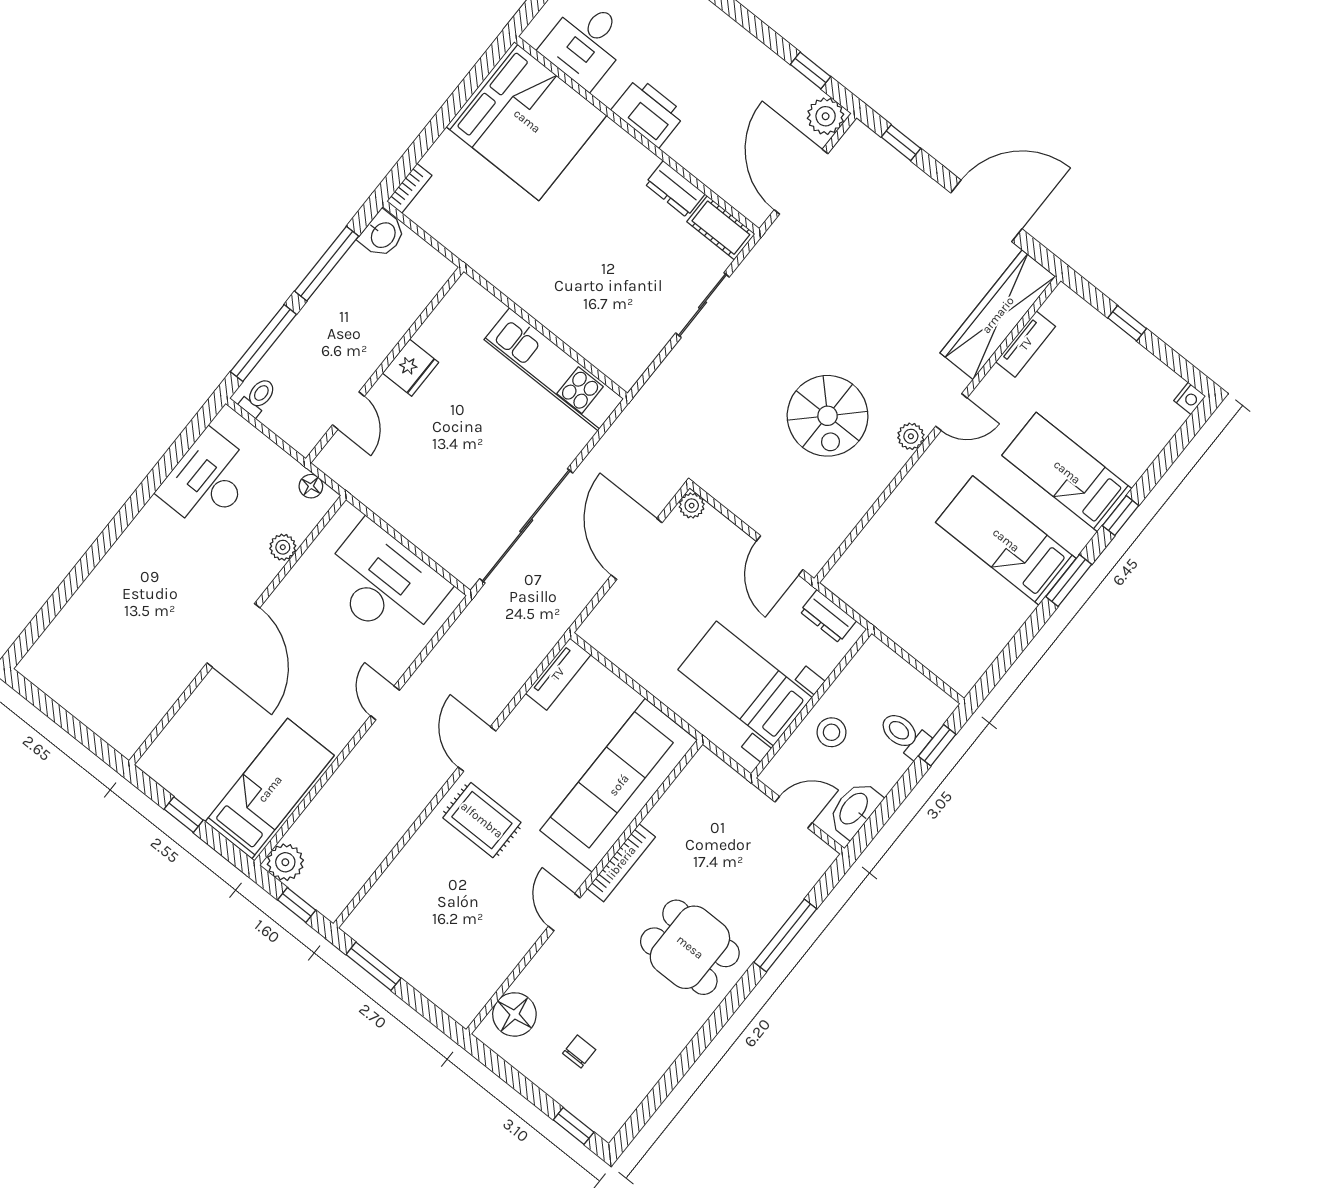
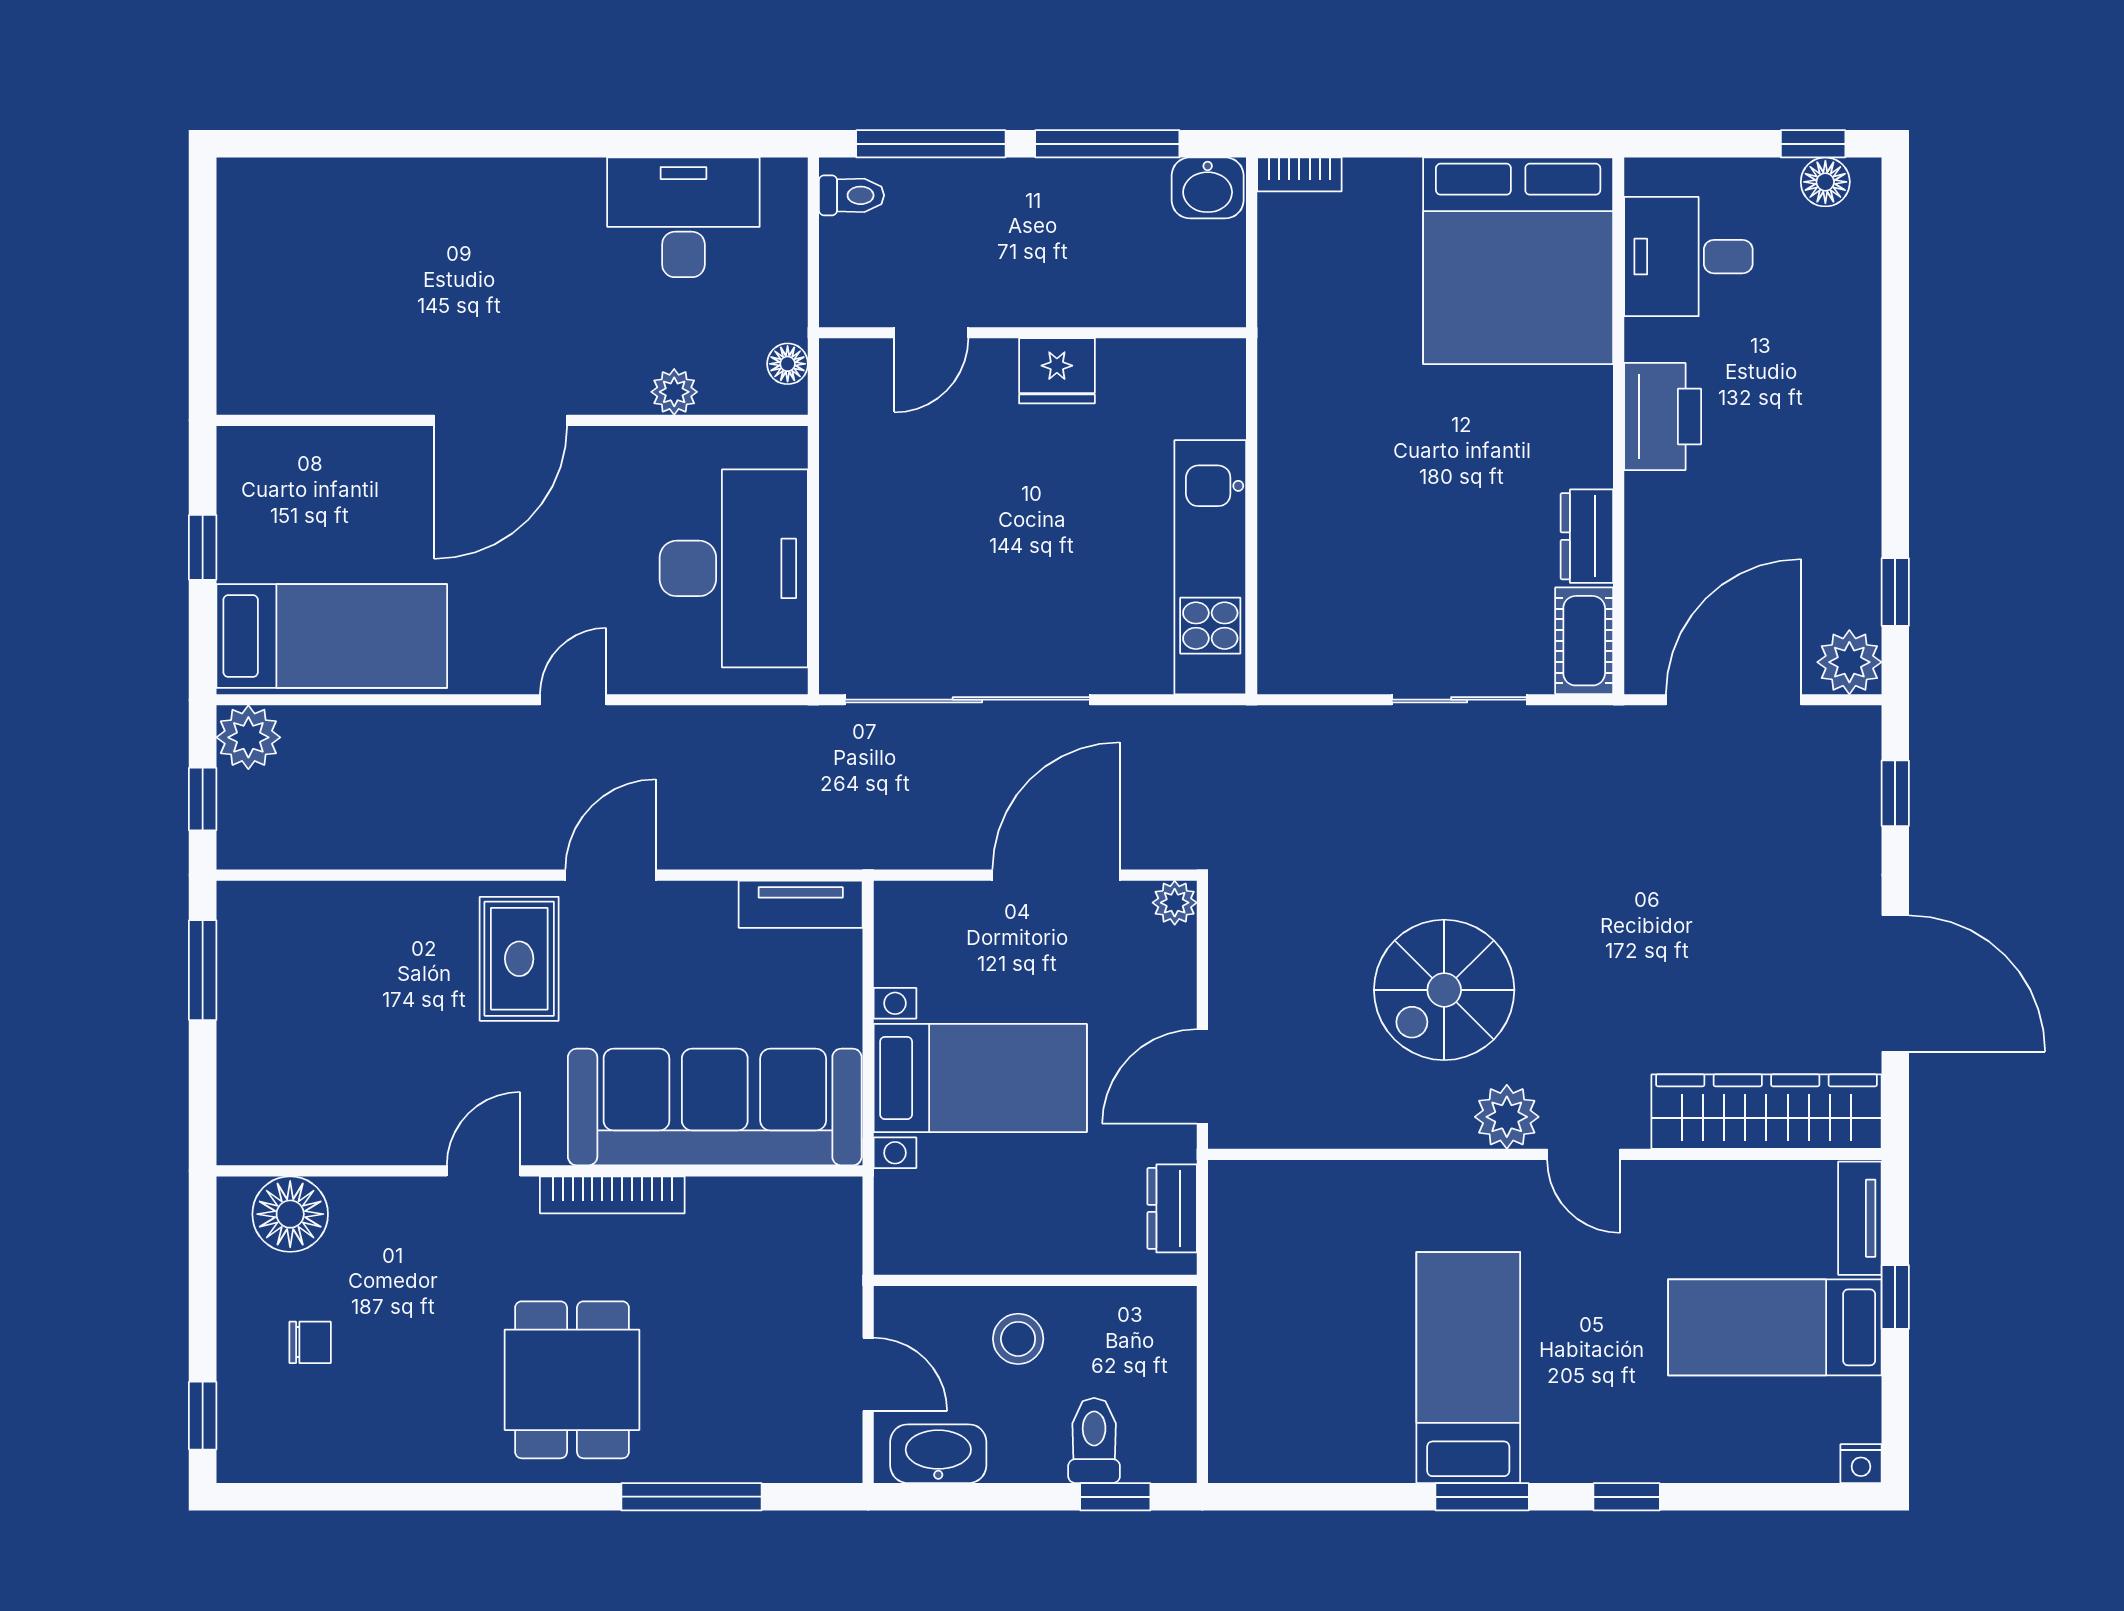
tv unit: (1026, 344) -> (1860, 1218), moved, turned 90
plant: (911, 436) -> (1507, 1117), width x1.38, depth x1.38
bed: (1067, 472) -> (1775, 1327), moved, turned -90
bed with nightstands: (745, 683) -> (980, 1078), moved, turned 90

